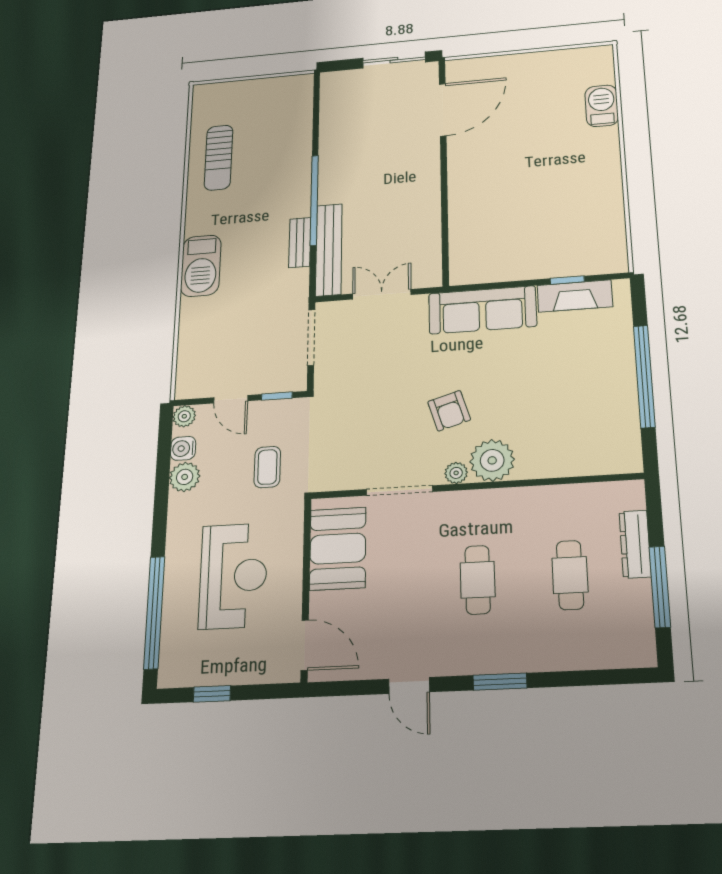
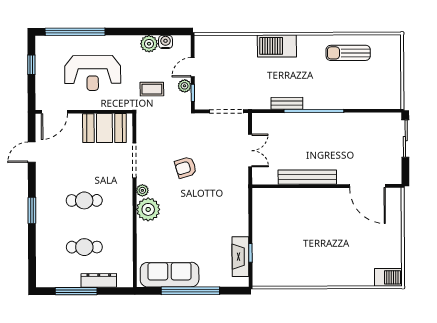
sliding door: (394, 60) -> (405, 139), moved
barbecue: (602, 106) -> (388, 277), moved
bench: (329, 250) -> (307, 177), moved
sofa: (482, 310) -> (170, 275), moved, turned 90
armchair: (449, 411) -> (186, 167), moved
plant: (184, 416) -> (185, 86), moved
door: (409, 685) -> (32, 152), moved

